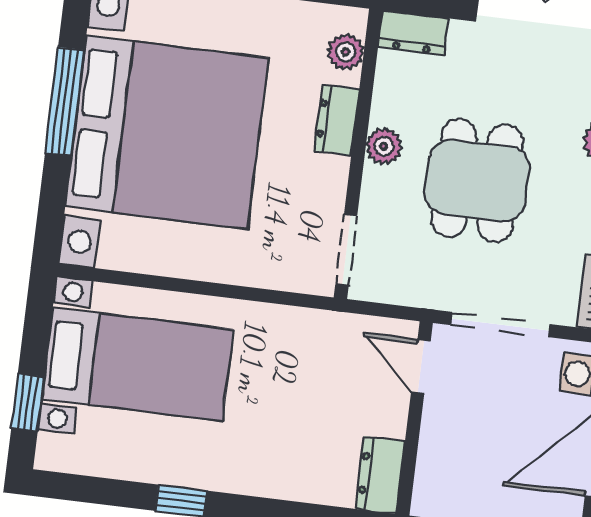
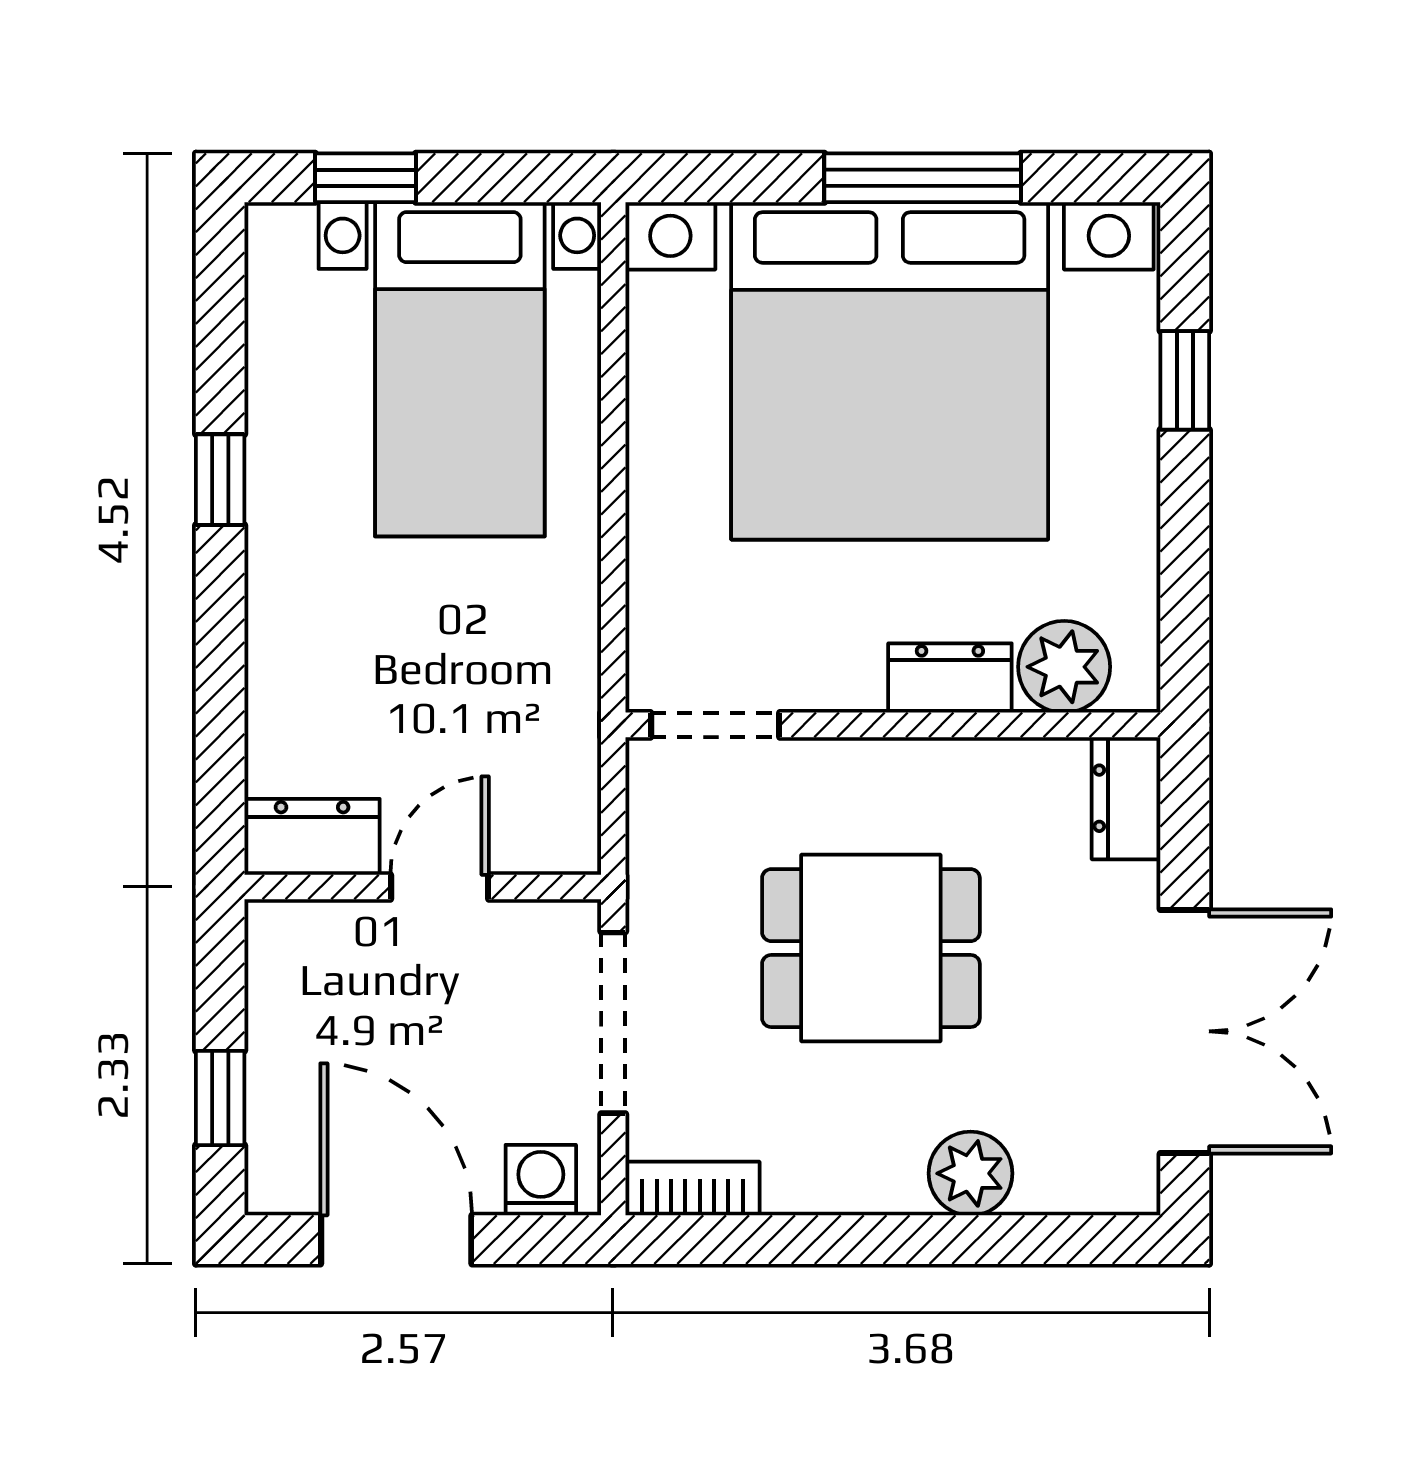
plant: (346, 52) -> (1064, 667), width x1.38, depth x1.38
plant: (384, 146) -> (913, 770), removed
door: (421, 367) -> (440, 887), moved

